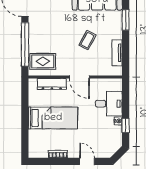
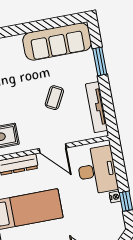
tv unit: (117, 53) -> (97, 107), width x1.41
desk: (109, 104) -> (97, 170), width x1.37

